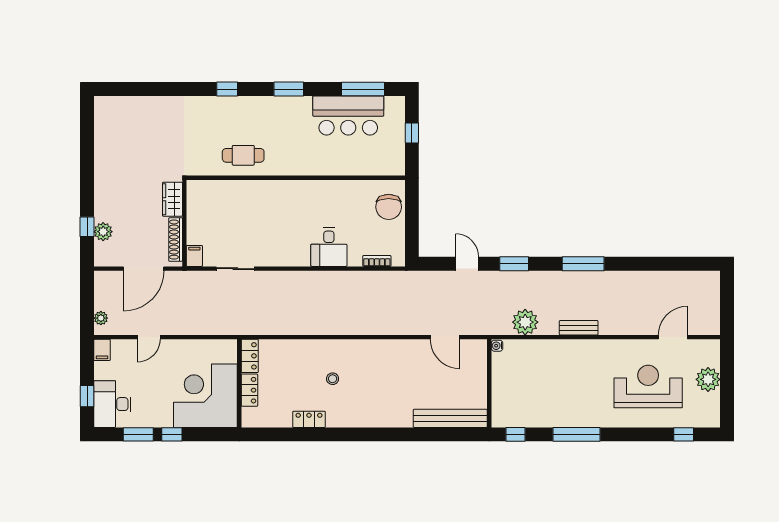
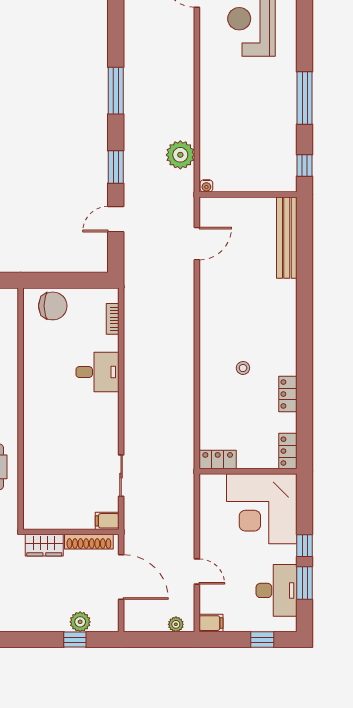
bench: (579, 328) -> (186, 96), removed
locker: (249, 390) -> (288, 451), moved, turned -90
desk: (112, 404) -> (277, 590), moved, turned -90

